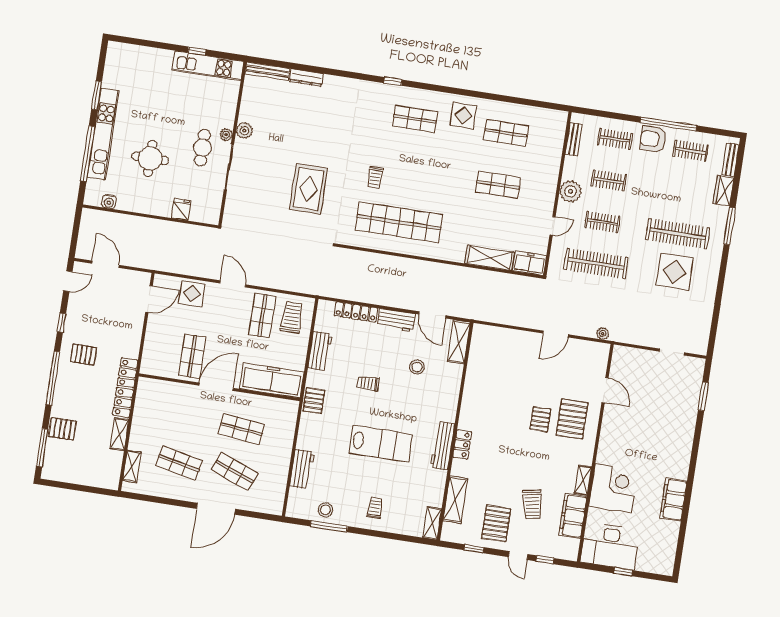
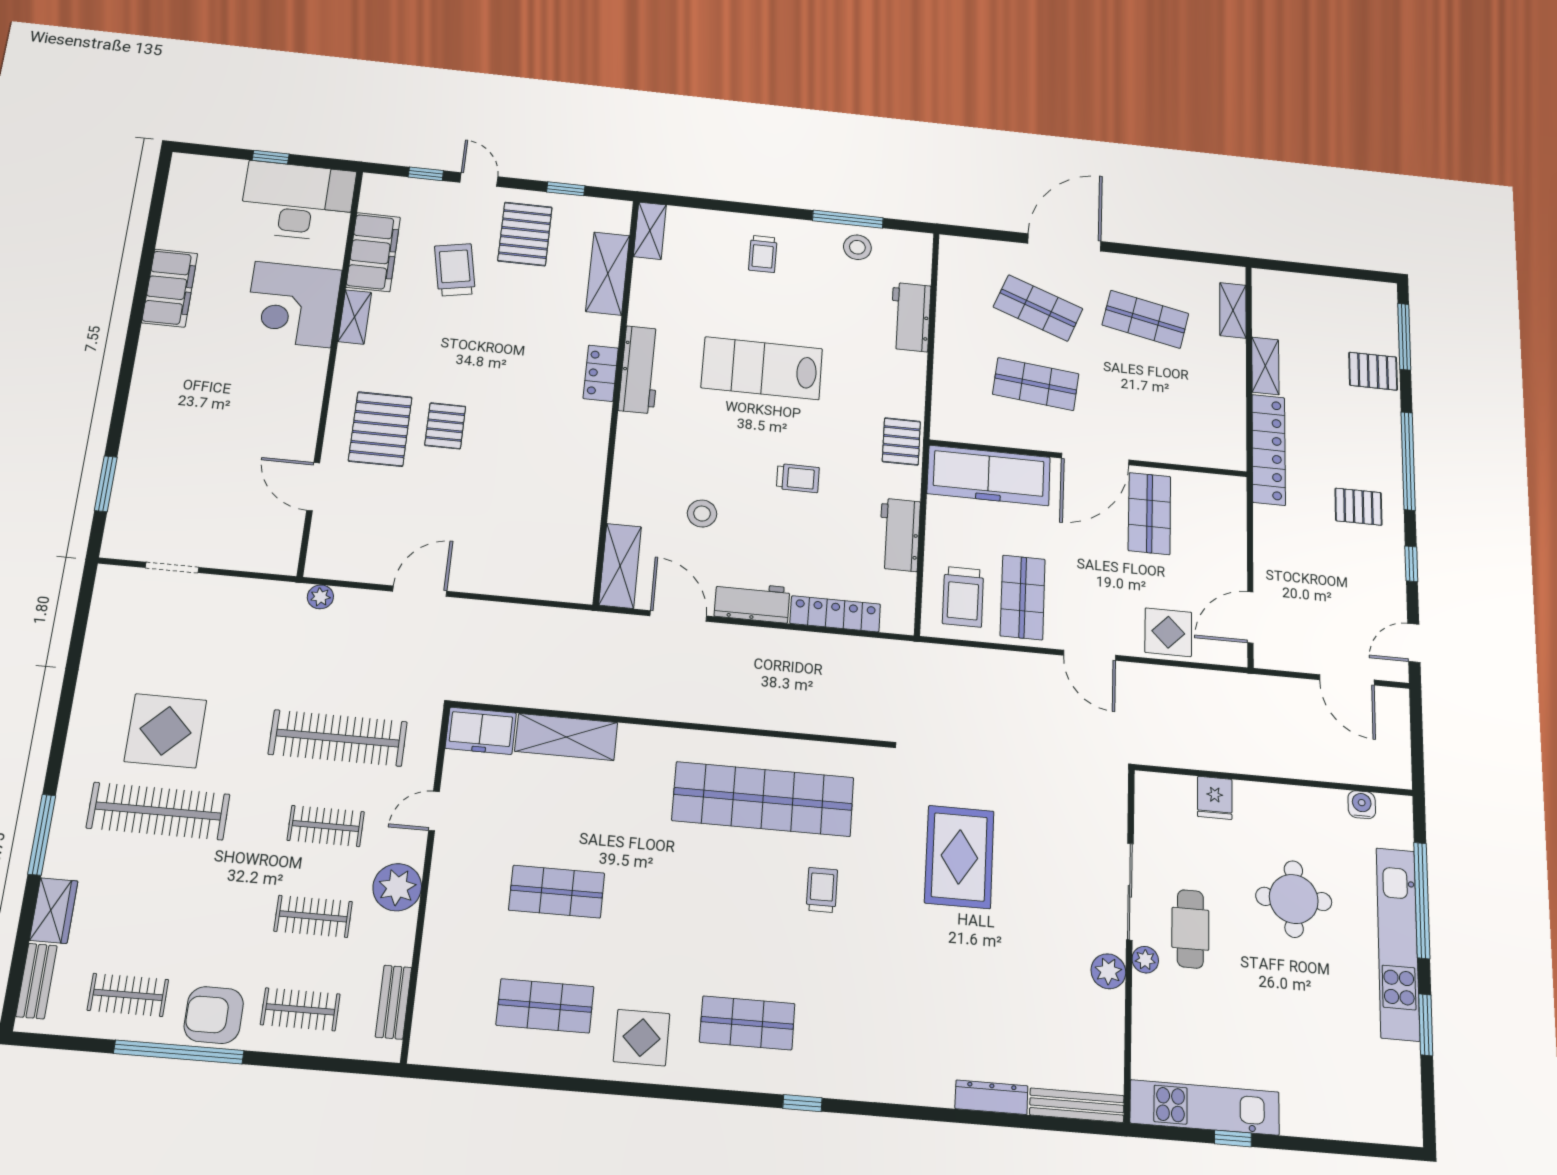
armchair: (653, 139) -> (214, 1015), turned 180

